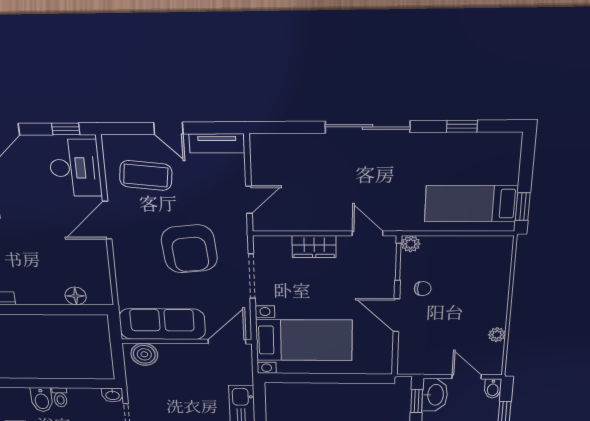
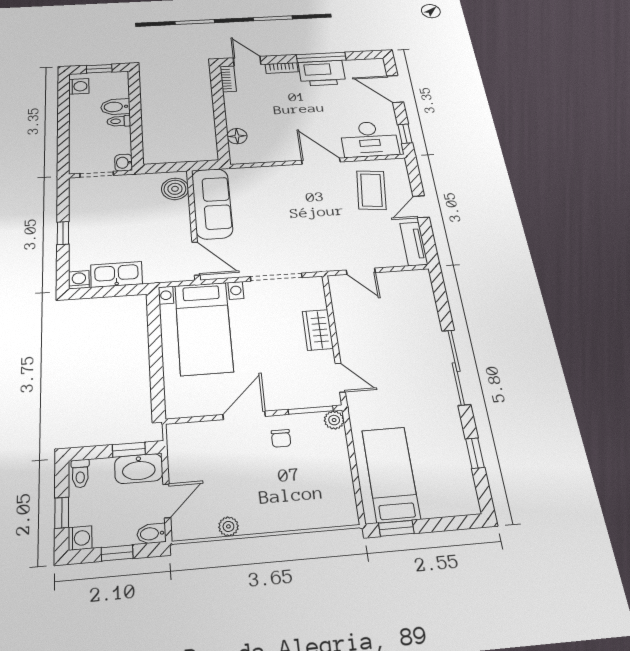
door: (368, 233) -> (340, 378), hinge flipped
armchair: (189, 249) -> (300, 224), removed

